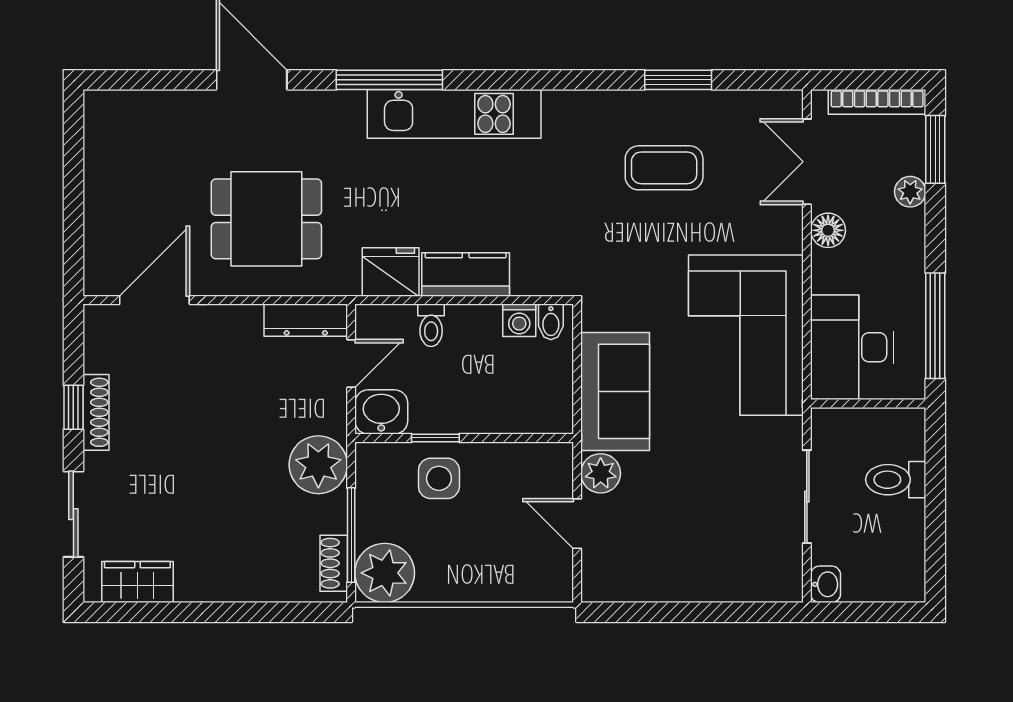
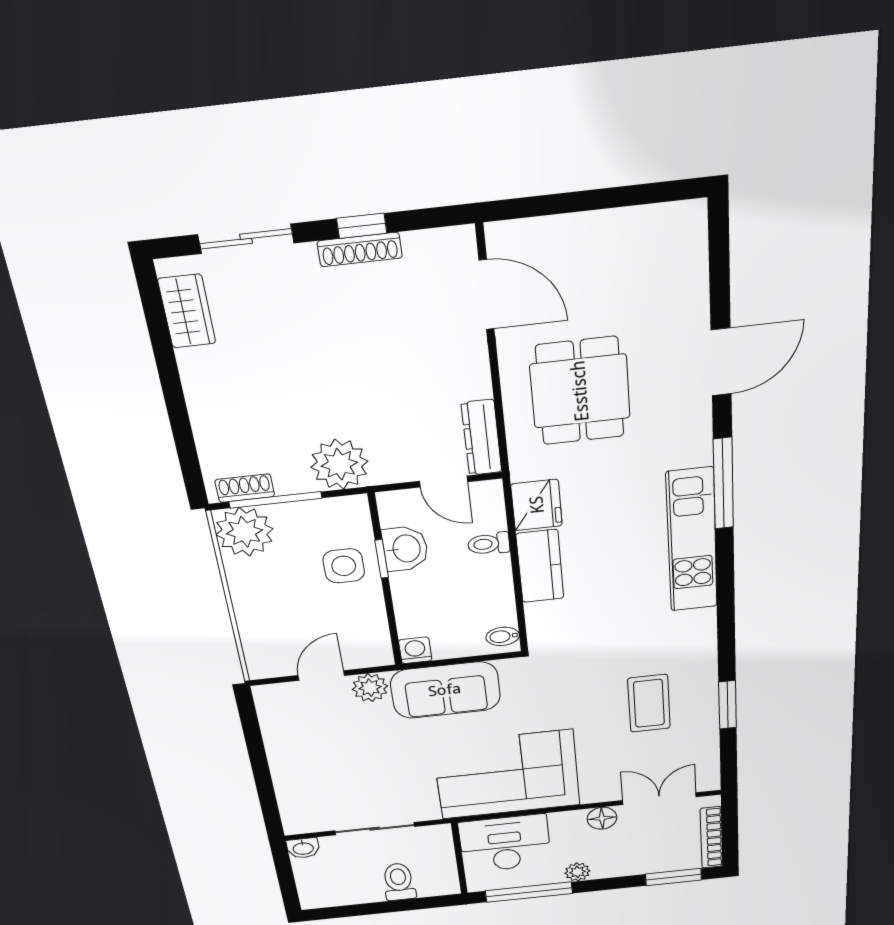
plant: (910, 192) -> (577, 872), moved
washing machine: (519, 320) -> (415, 650), moved, turned 90
washbasin: (381, 412) -> (405, 549), moved

